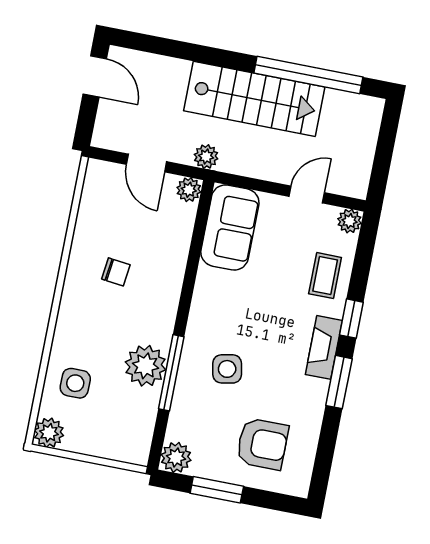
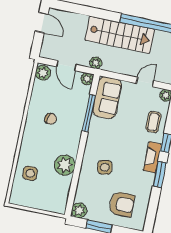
window: (171, 373) -> (89, 113), moved
plant: (49, 433) -> (43, 73), moved

